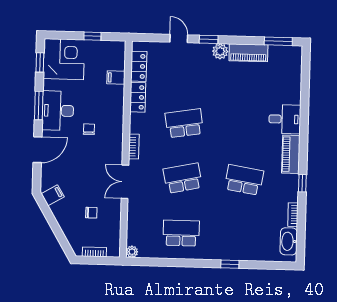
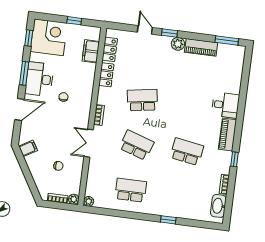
filing cabinet: (116, 78) -> (91, 51), width x2.00
school desk: (183, 178) -> (137, 145), turned 30
plant: (114, 251) -> (74, 199), added

